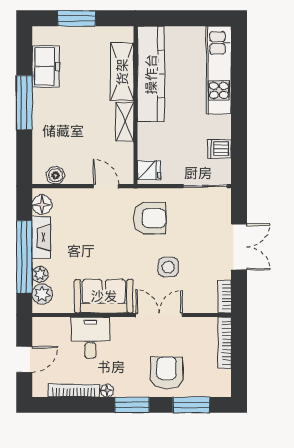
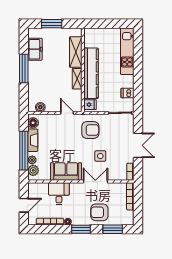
kitchen counter: (151, 74) -> (91, 73), moved
armchair: (167, 373) -> (99, 212), turned -90

